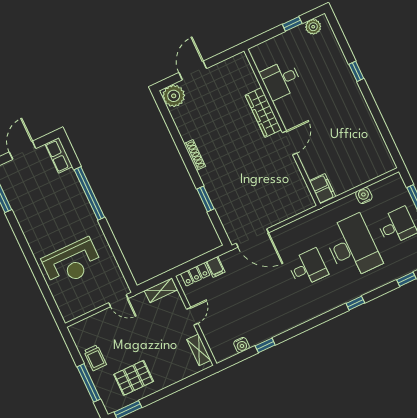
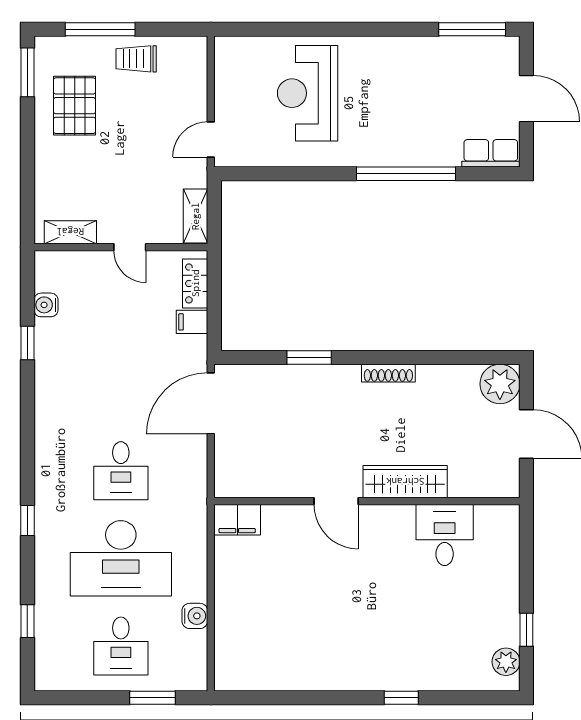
desk: (281, 80) -> (445, 535), moved
wardrobe: (263, 112) -> (405, 482), moved
wall: (282, 127) -> (367, 501), moved
door: (290, 143) -> (336, 501), moved
filing cabinet: (323, 189) -> (237, 520), moved

